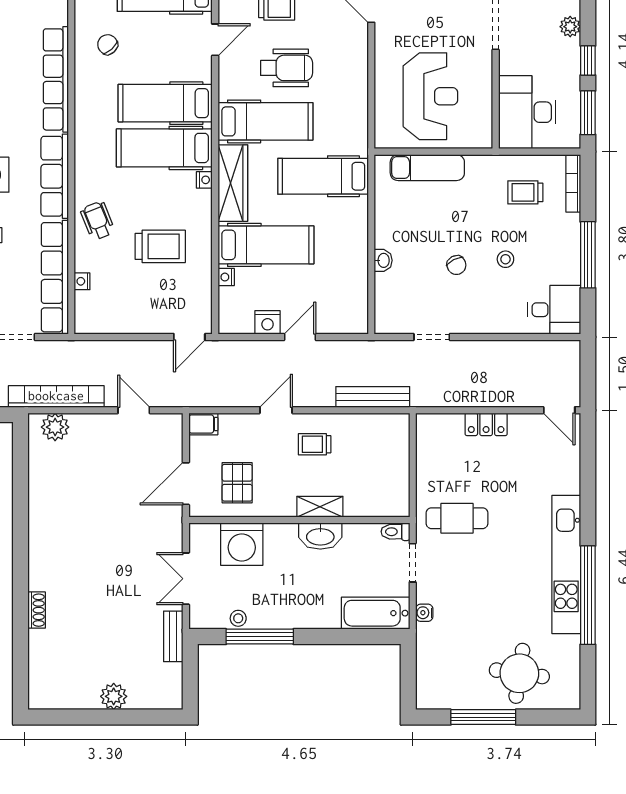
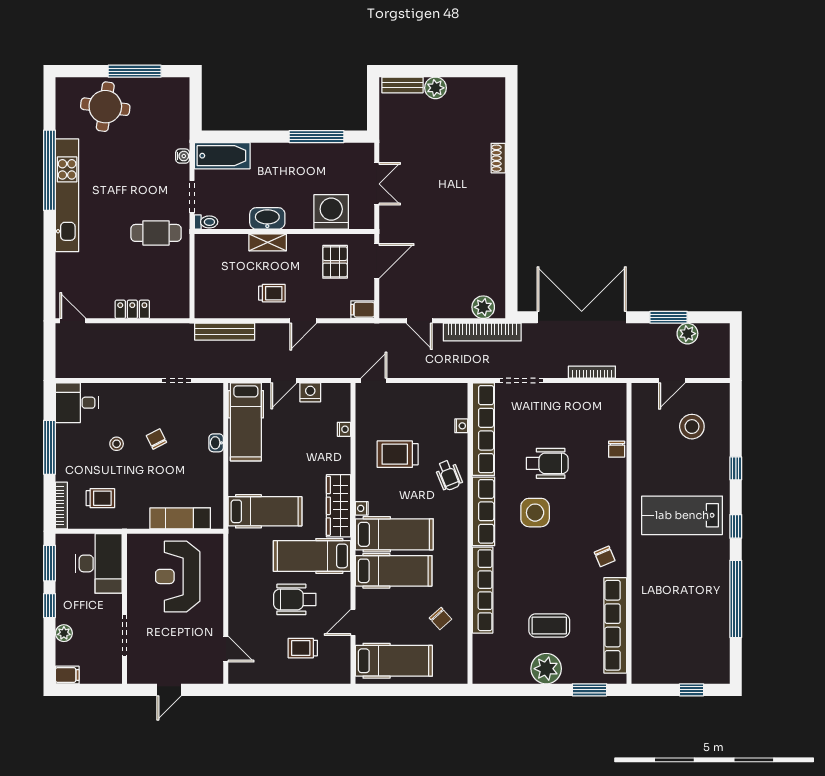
hospital bed: (266, 245) -> (246, 422), moved, turned -90
stool: (238, 618) -> (334, 151), removed
bench: (173, 636) -> (402, 85), moved, turned 90

